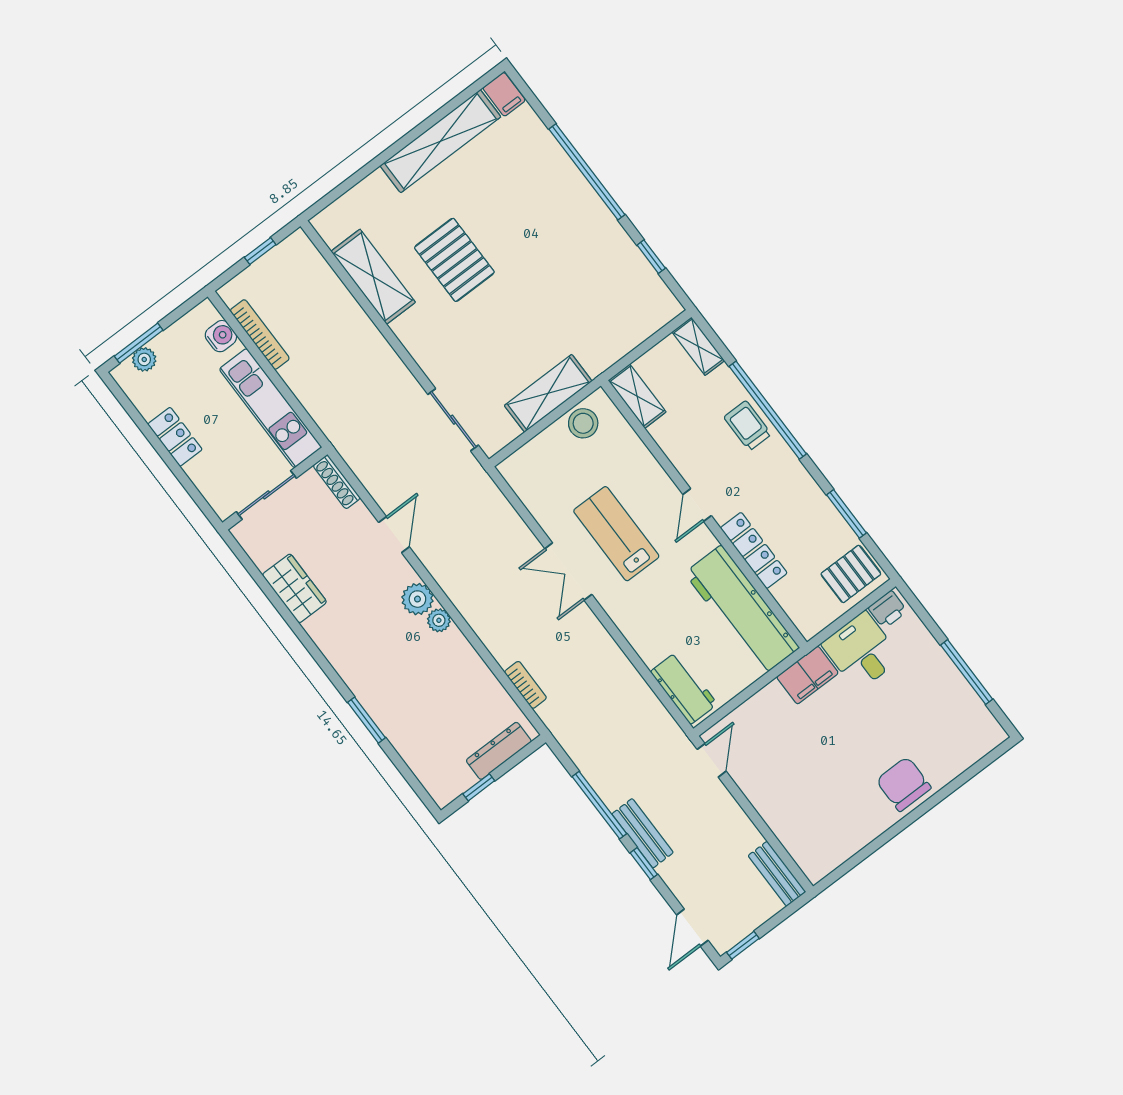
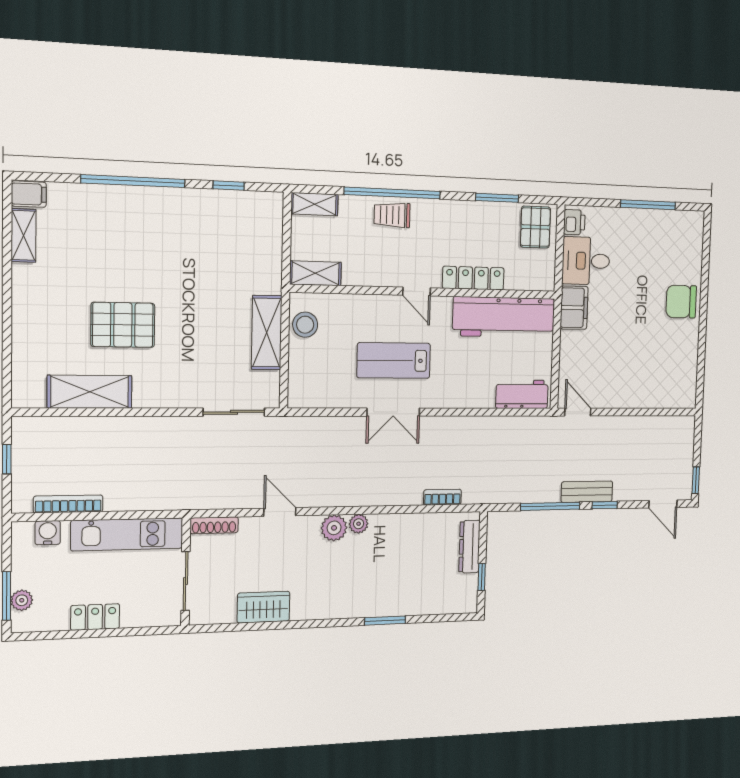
shelving: (440, 141) -> (24, 235), width x0.45, depth x0.75
bench: (777, 874) -> (672, 425), removed

